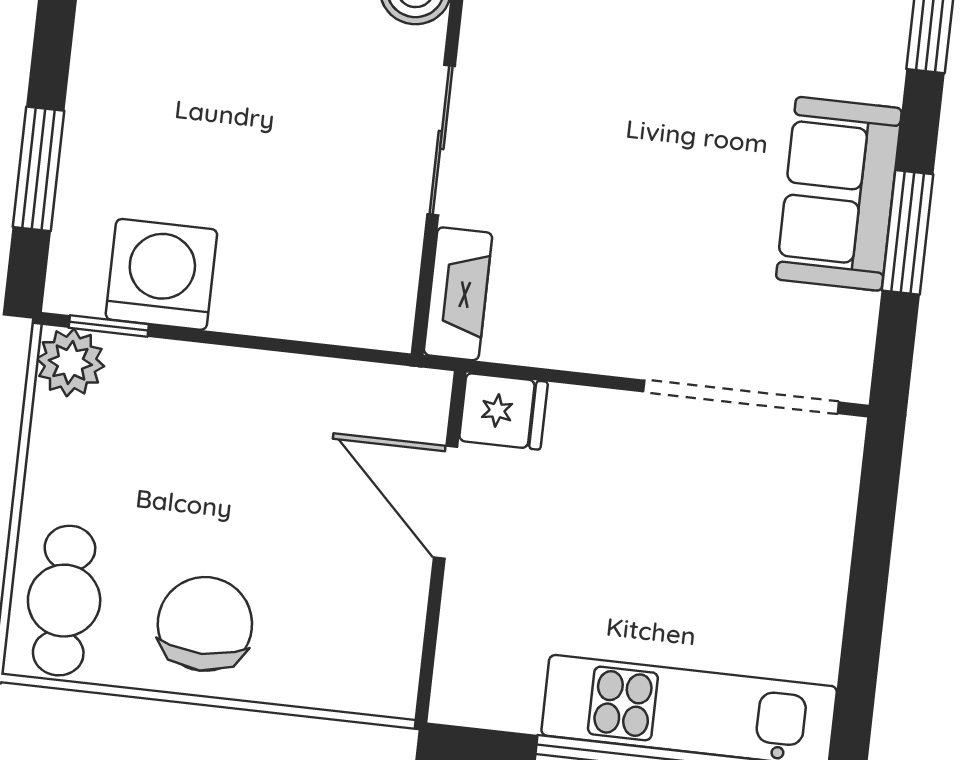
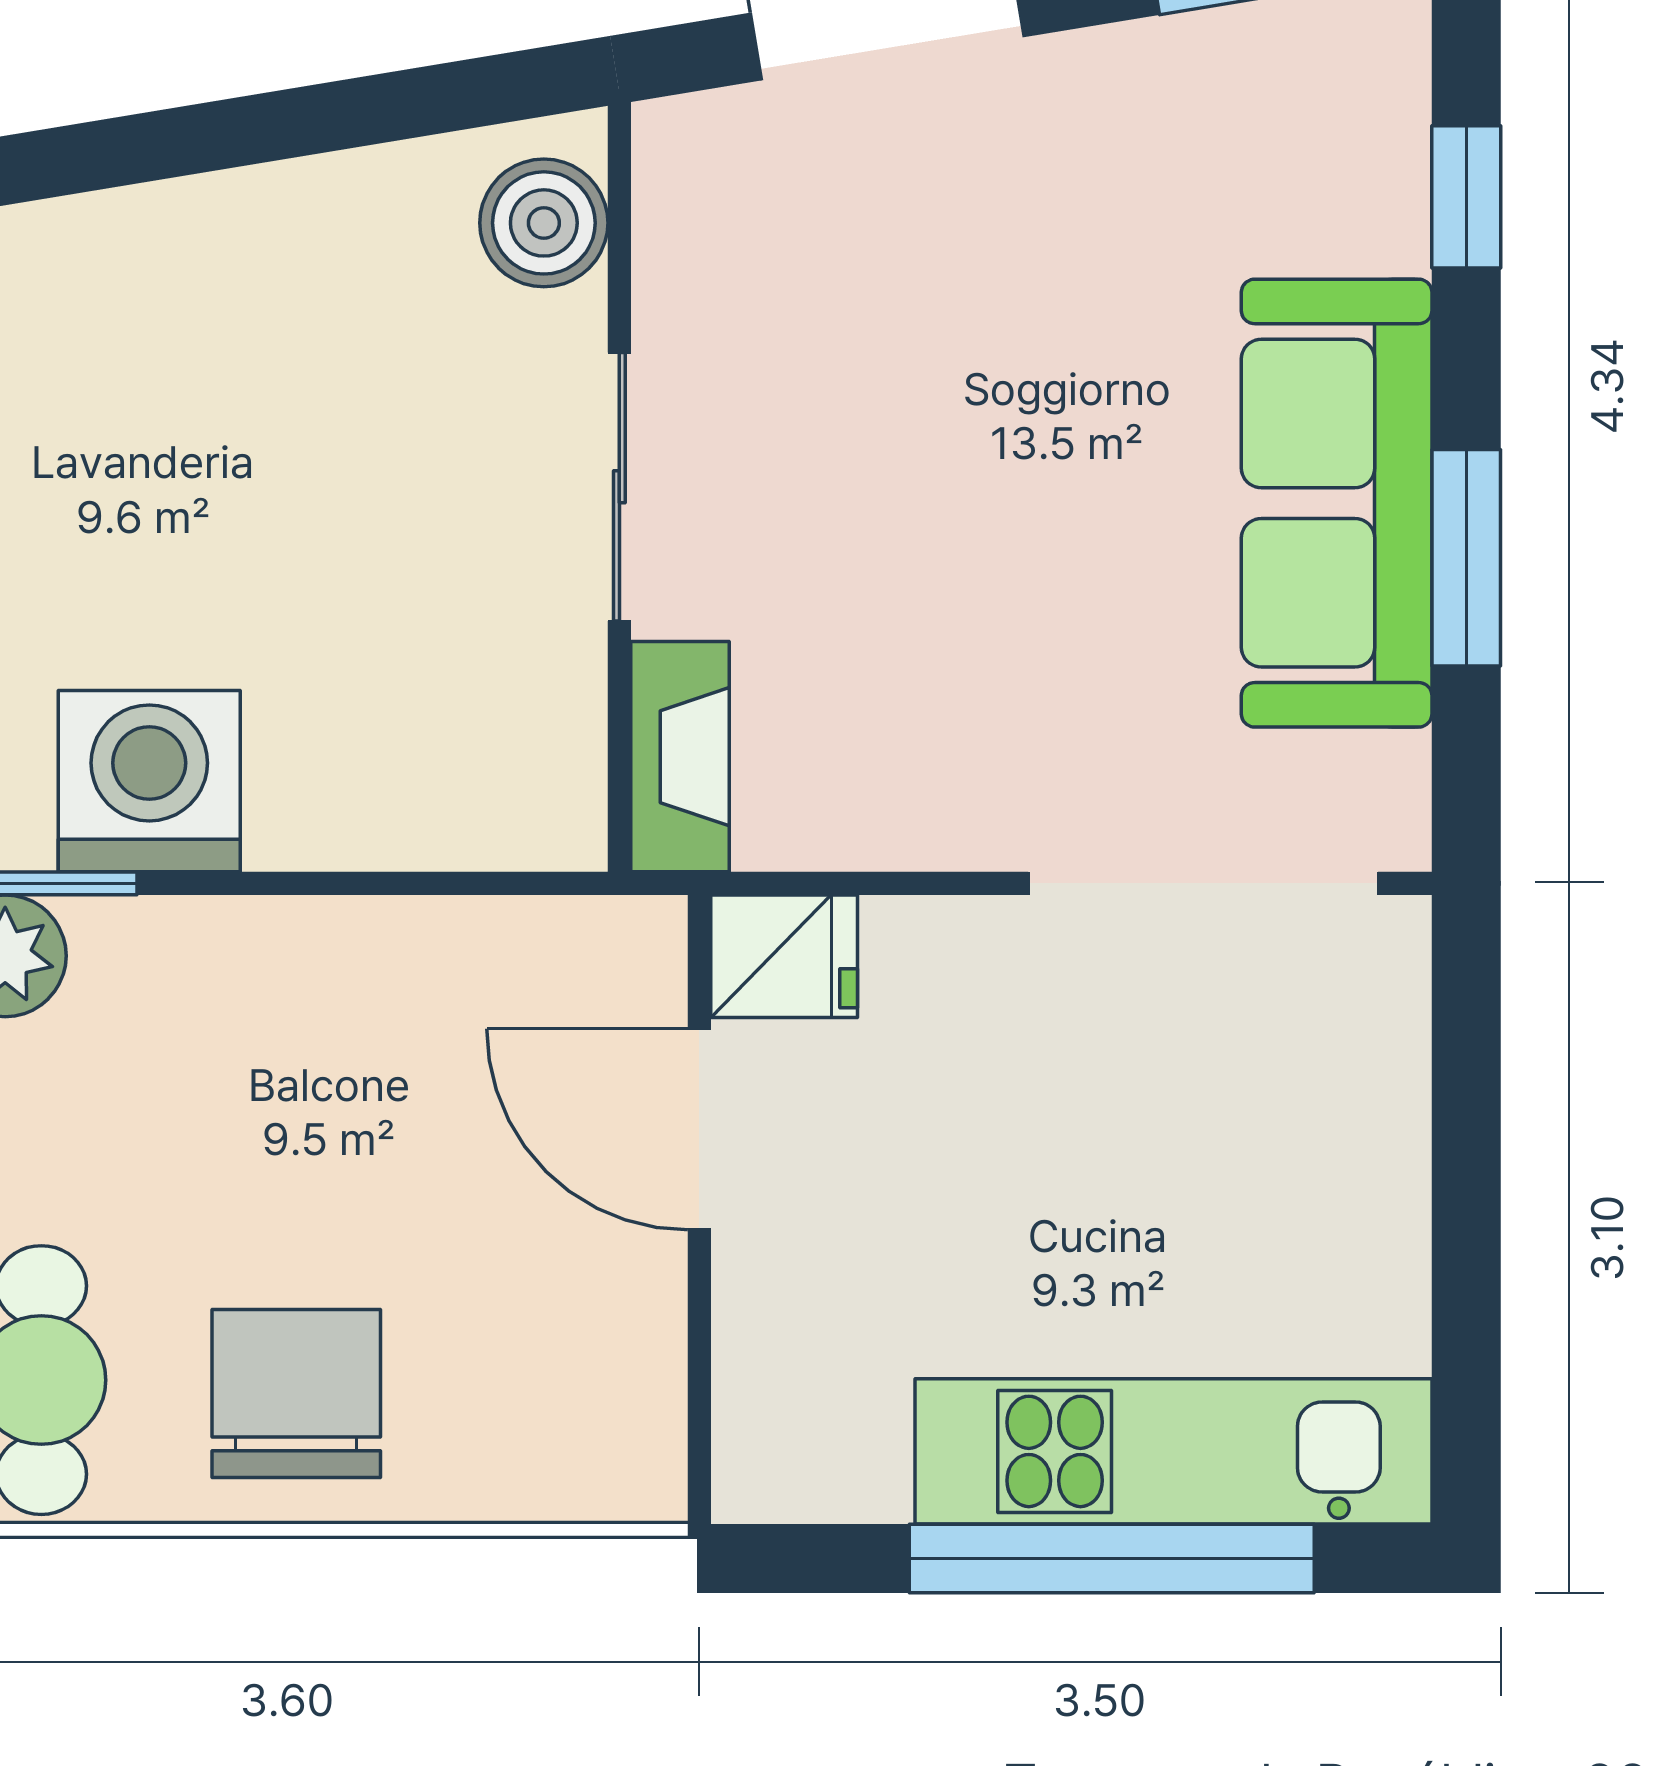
sofa: (839, 194) -> (1337, 503), width x1.36

